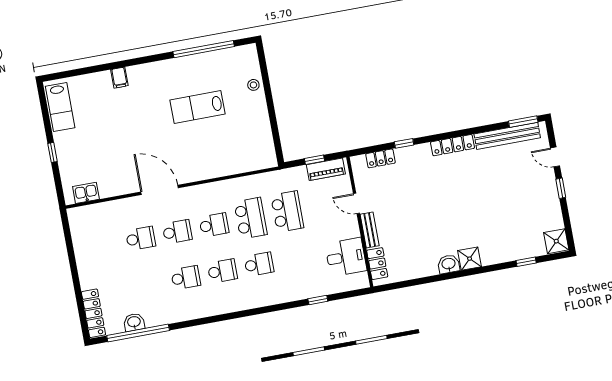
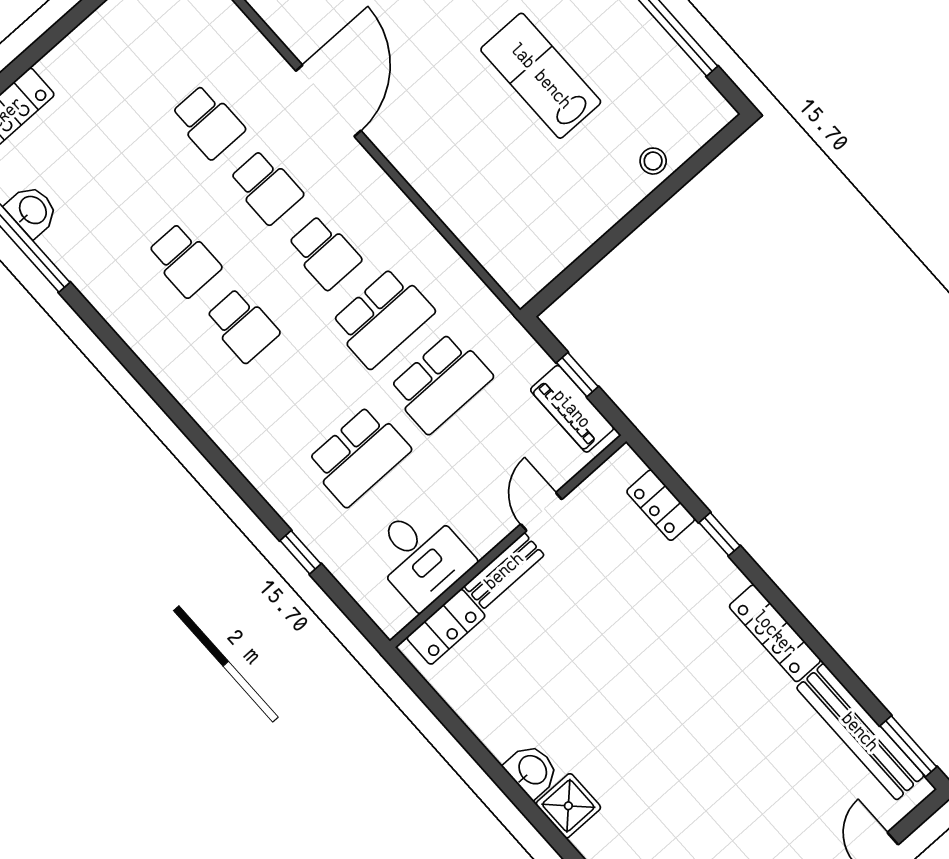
school desk: (259, 264) -> (359, 456), moved, width x1.85

